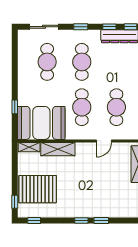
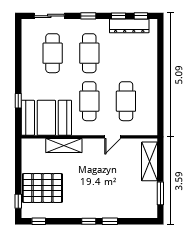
shelving: (29, 147) -> (34, 143), removed

